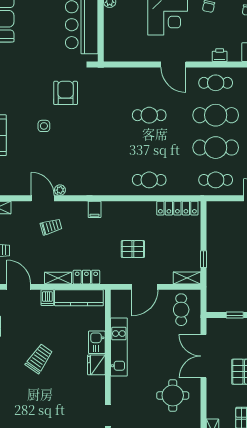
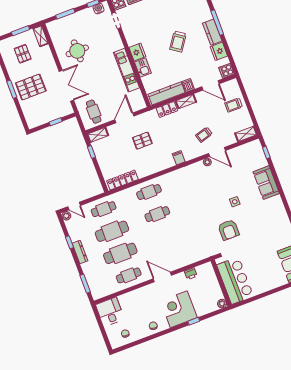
printer: (220, 55) -> (191, 274), moved
cafe table: (149, 115) -> (157, 214), moved

